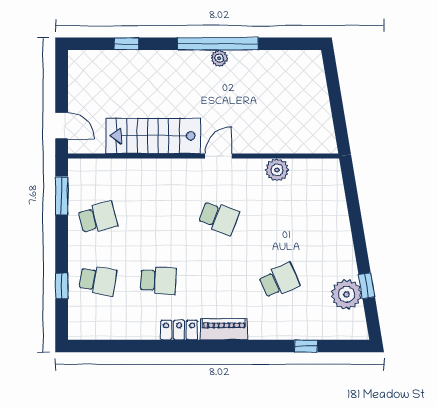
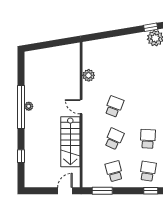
school desk: (279, 281) -> (114, 139), moved, turned 48

